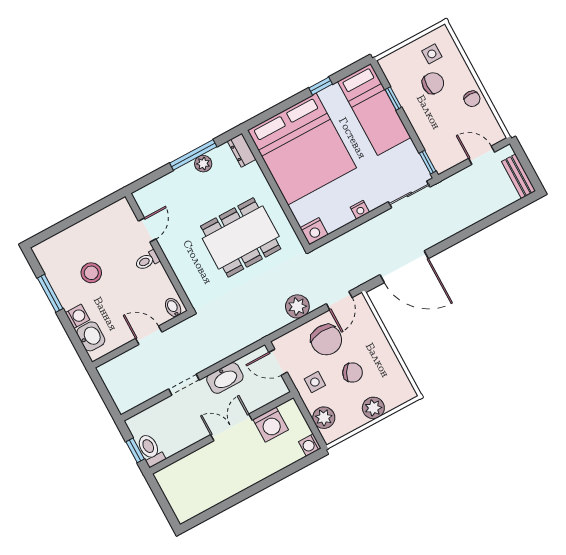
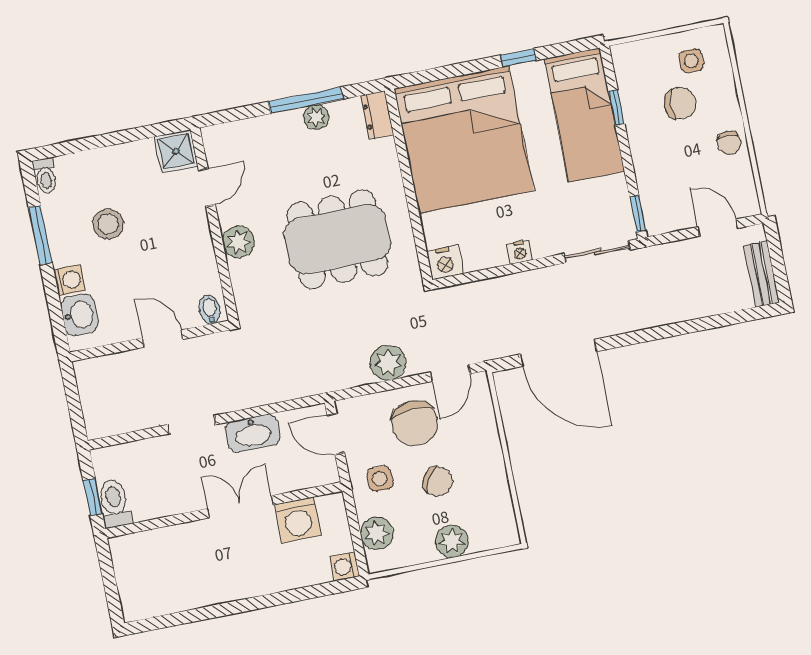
shower: (120, 213) -> (176, 151), added
plant: (178, 258) -> (239, 242), added
toilet: (147, 260) -> (45, 176), moved, turned -90

